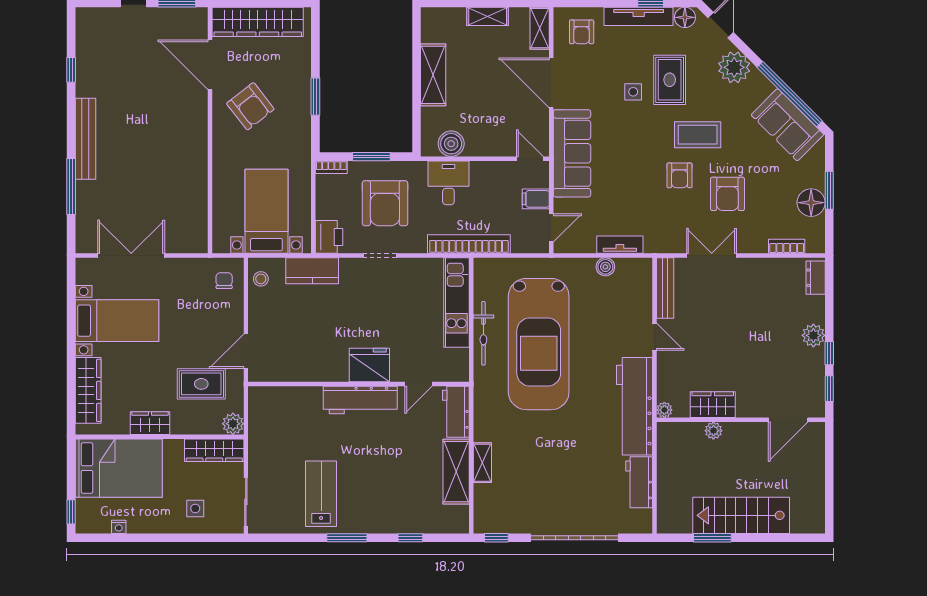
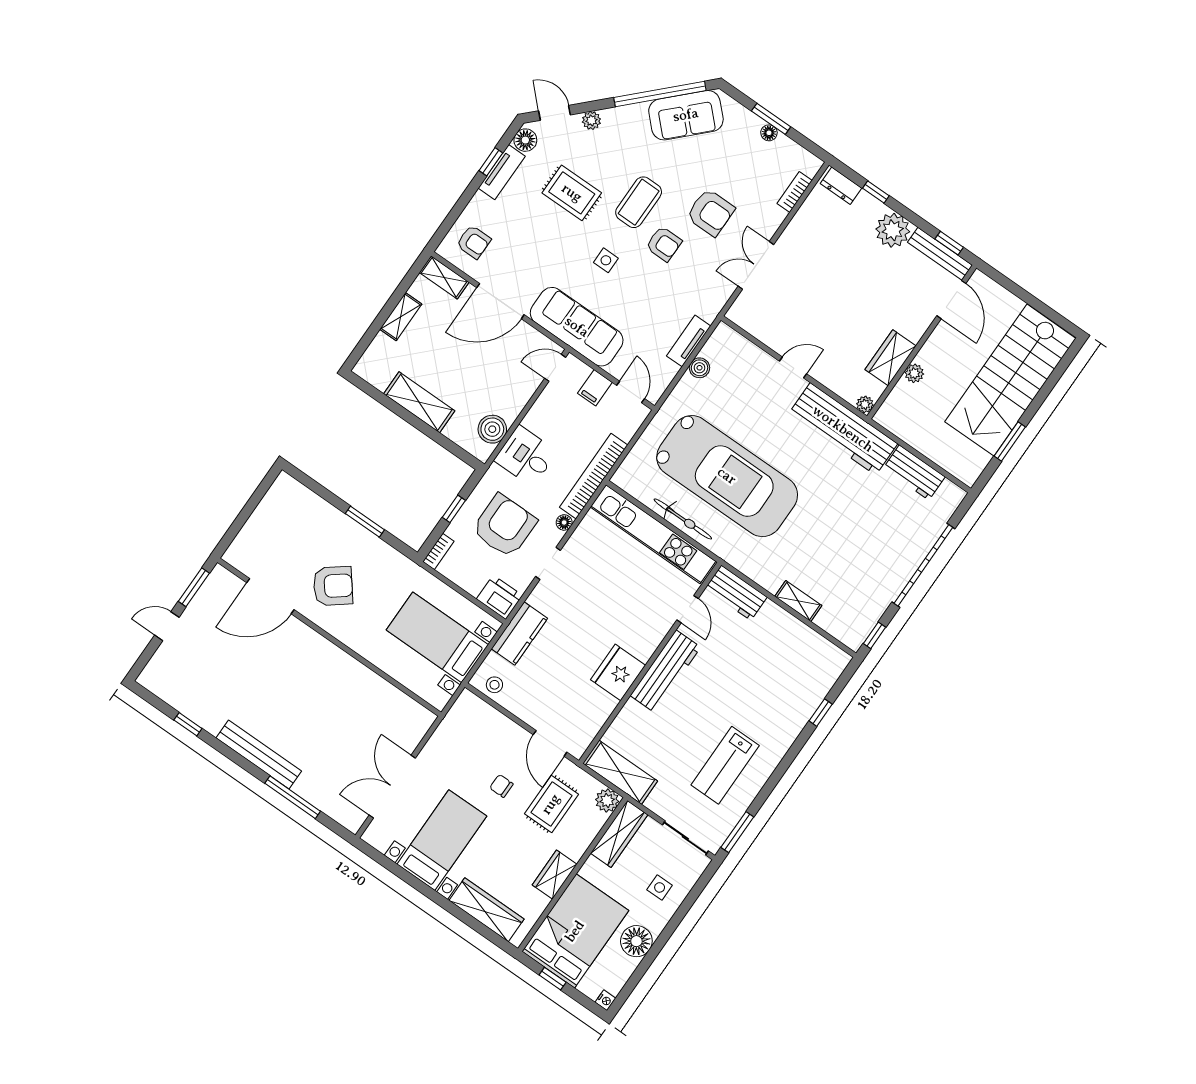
tv unit: (639, 16) -> (502, 172), width x0.71
wardrobe: (258, 22) -> (262, 527), removed
plant: (734, 67) -> (591, 120), width x0.53, depth x0.53
side table: (633, 92) -> (606, 260), moved
window: (371, 157) -> (454, 509), width x0.67
armchair: (385, 203) -> (504, 526), turned -90
floor lamp: (811, 203) -> (769, 133), width x0.53, depth x0.53
floor lamp: (419, 246) -> (564, 522), added
chair: (224, 281) -> (501, 786), moved
bench: (665, 288) -> (940, 254), moved
kitchen unit: (456, 303) -> (653, 534), width x1.36
plant: (813, 335) -> (893, 230), width x1.36, depth x1.36
window: (829, 353) -> (876, 192), moved
fridge: (369, 365) -> (618, 672), moved
shelving: (456, 472) -> (620, 772), moved
lab bench: (321, 494) -> (725, 765), turned -90
window: (71, 512) -> (553, 979), moved
stairs: (741, 515) -> (1010, 380), width x1.36, depth x1.51
floor lamp: (143, 519) -> (636, 941), added
nightstand: (119, 527) -> (605, 1000), moved
window: (347, 538) -> (737, 832), moved

